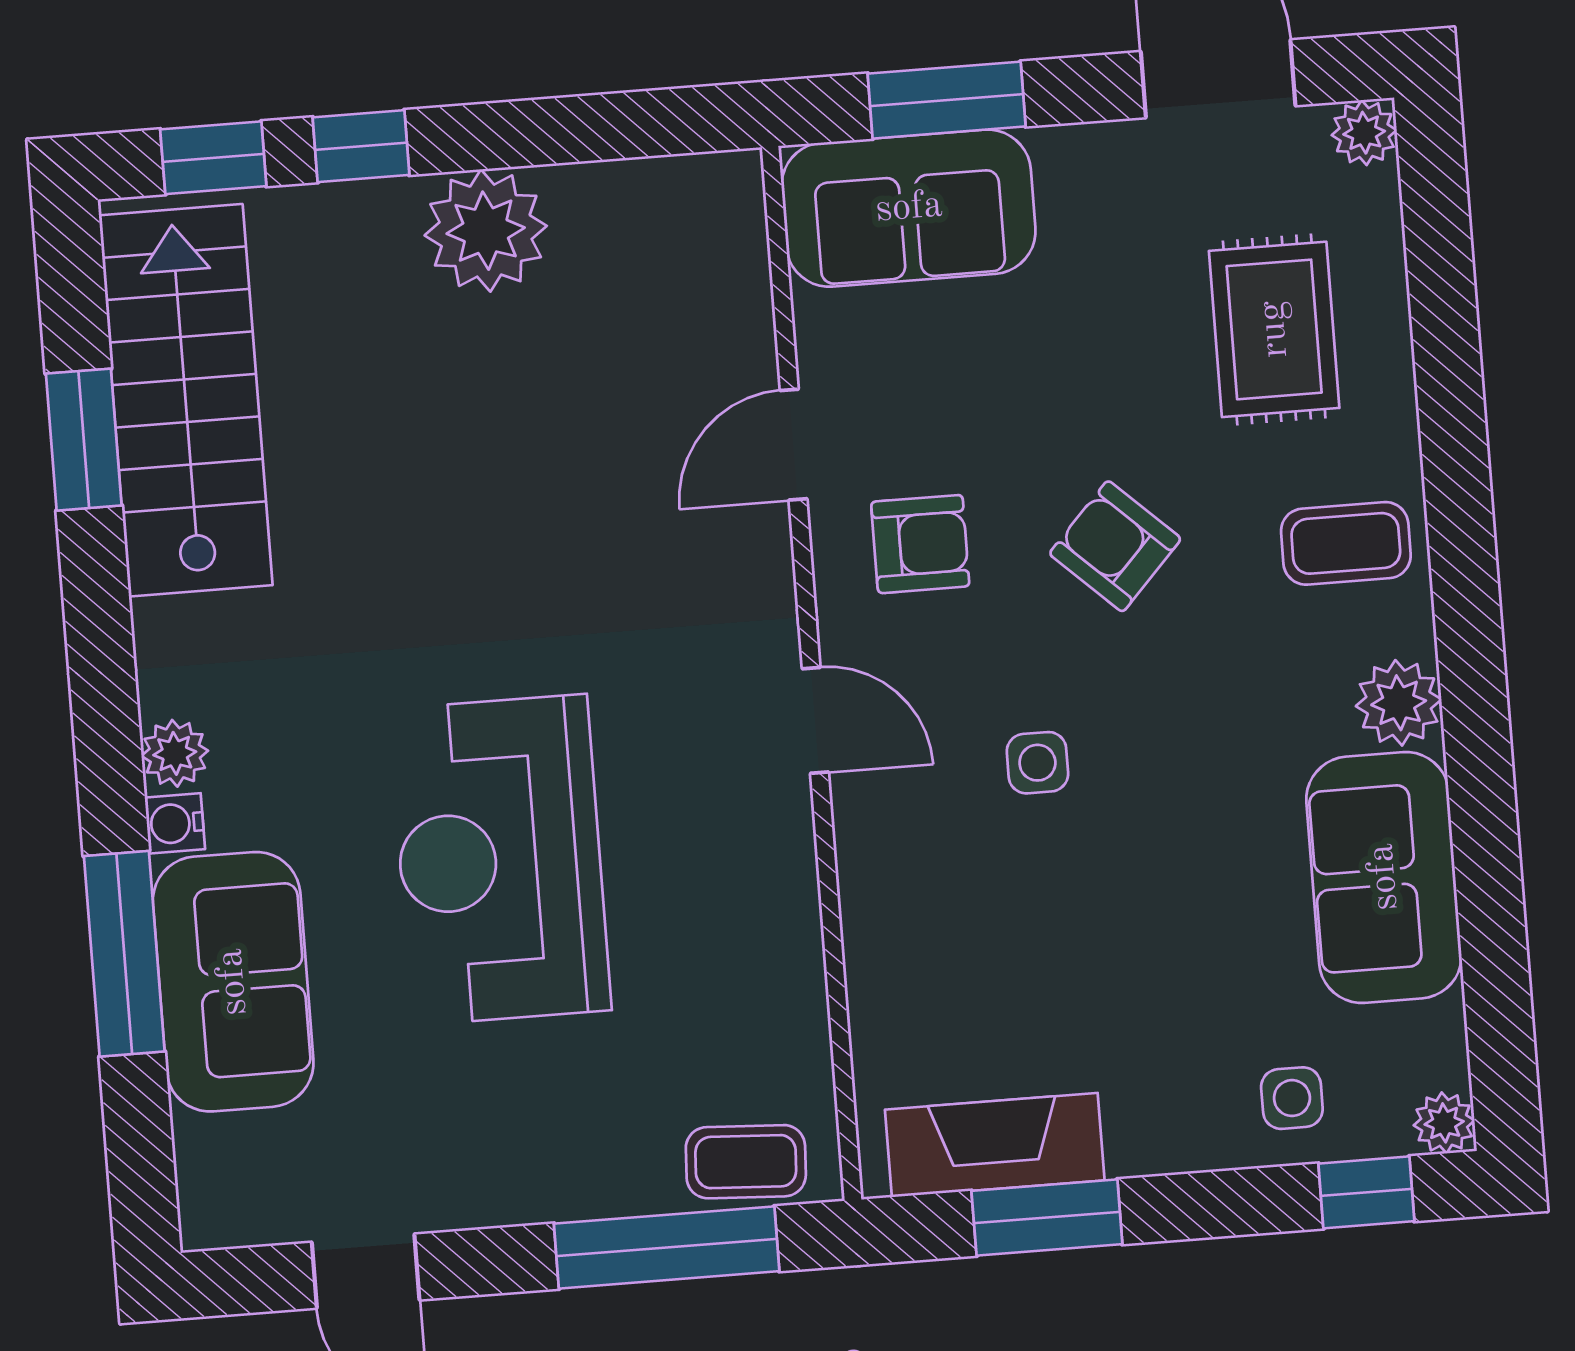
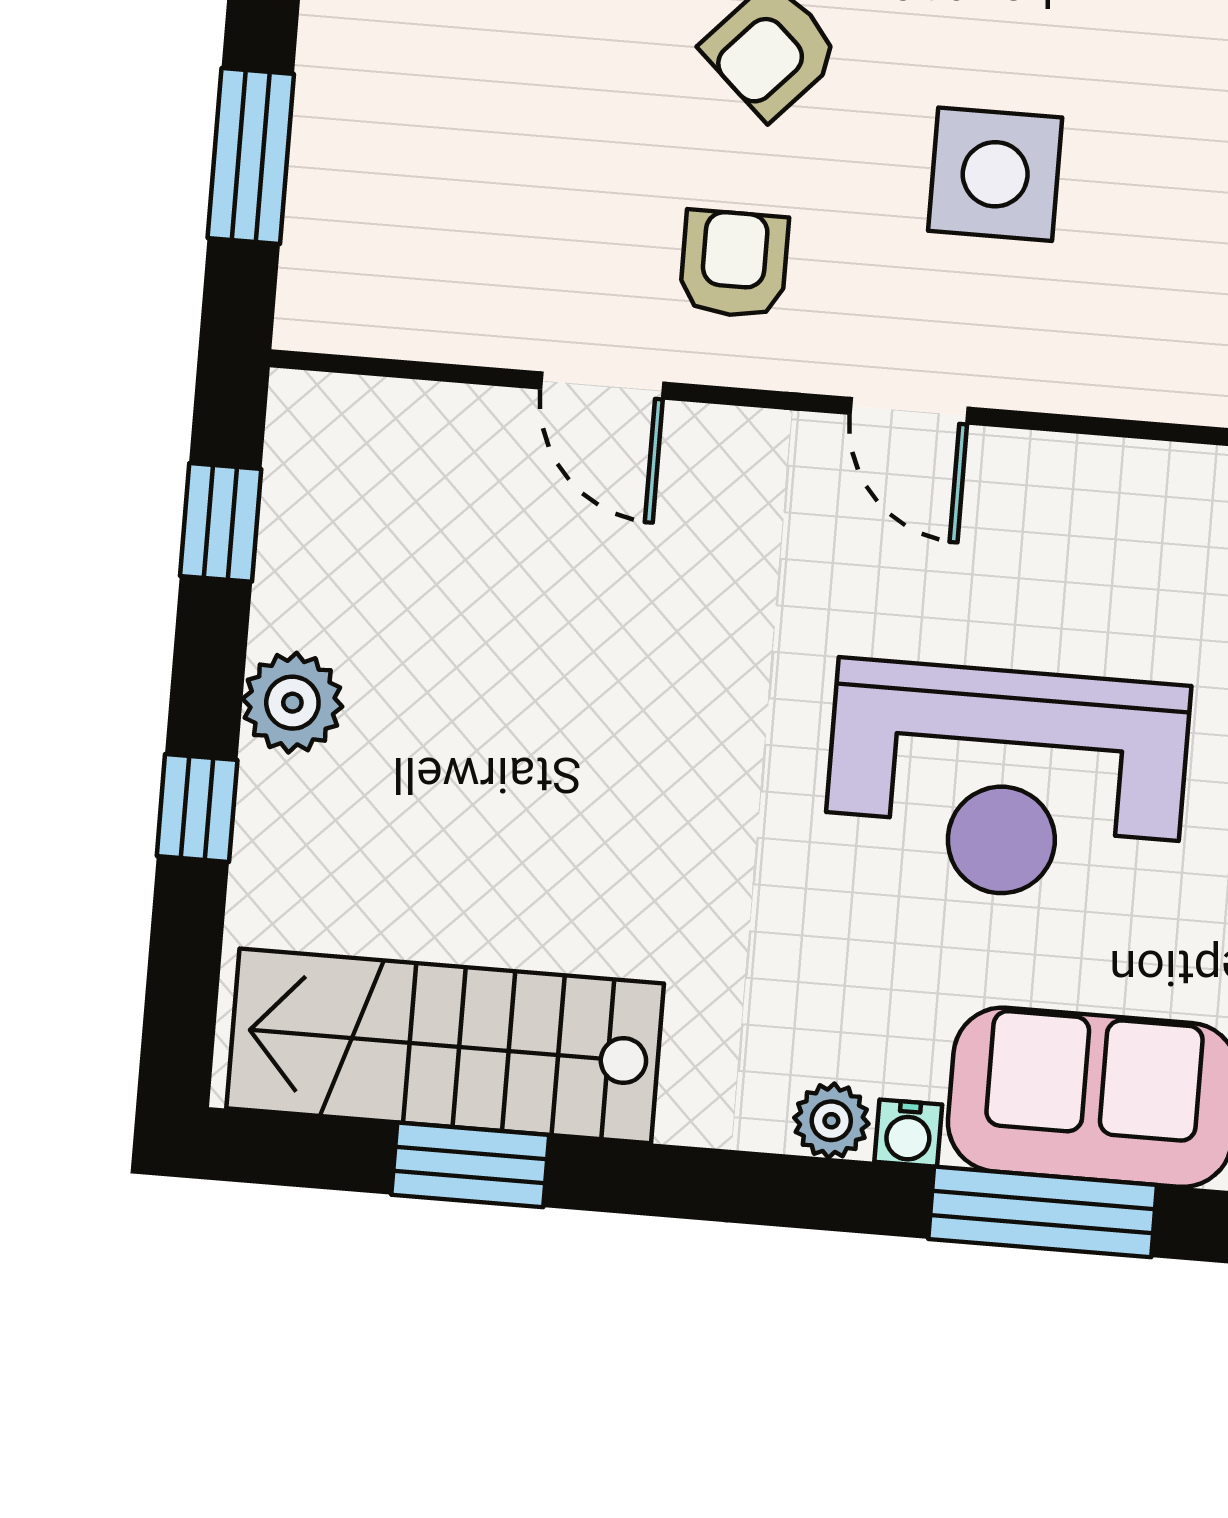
window: (213, 158) -> (221, 522), moved
sofa: (909, 208) -> (363, 217), removed
plant: (486, 231) -> (292, 703), width x0.73, depth x0.73
door: (815, 720) -> (909, 411), swing flipped
side table: (1037, 763) -> (995, 174), width x1.87, depth x1.87

